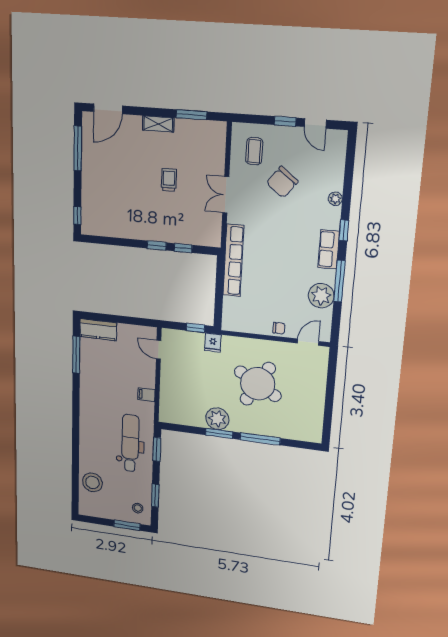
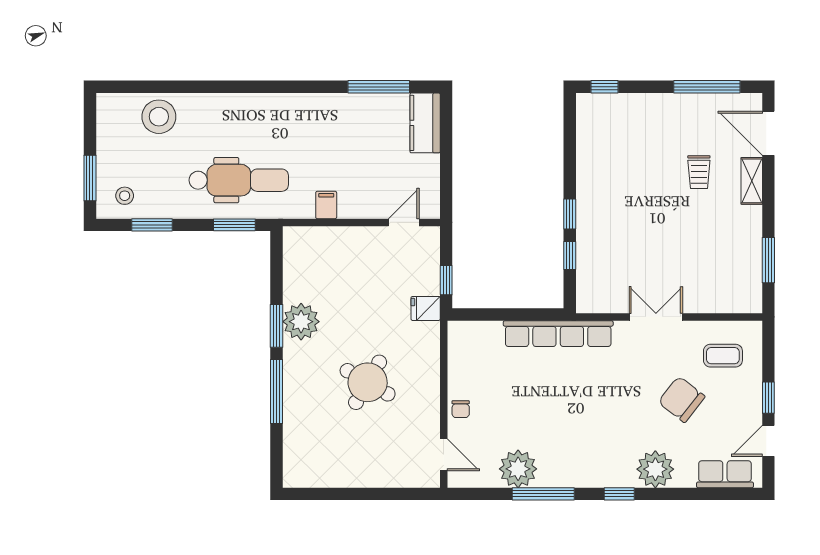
shelving: (158, 124) -> (752, 181), moved
trolley: (169, 180) -> (699, 172), moved, turned 90
plant: (335, 199) -> (655, 469), width x1.88, depth x1.88
row of seats: (329, 249) -> (725, 474), moved
round table: (258, 384) -> (368, 382), width x0.73, depth x0.73

